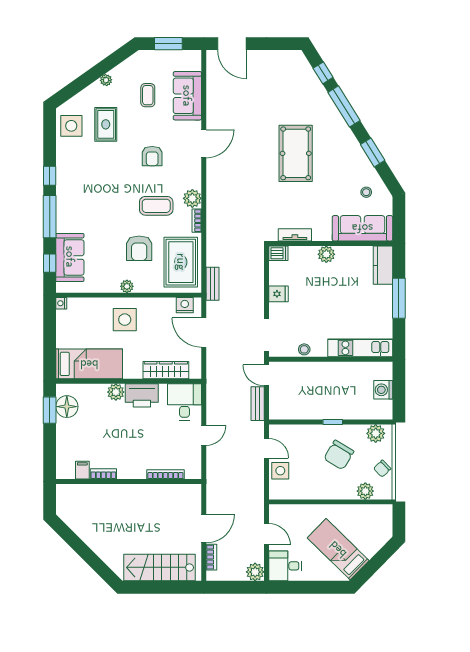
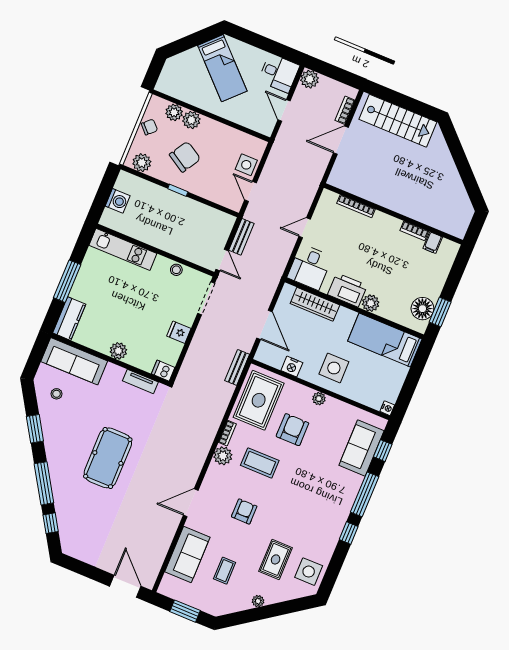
nightstand: (185, 305) -> (292, 367), moved
plant: (347, 491) -> (191, 120), added

